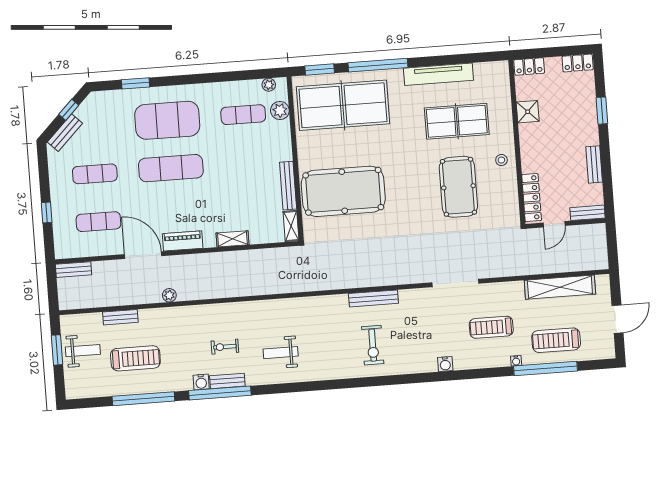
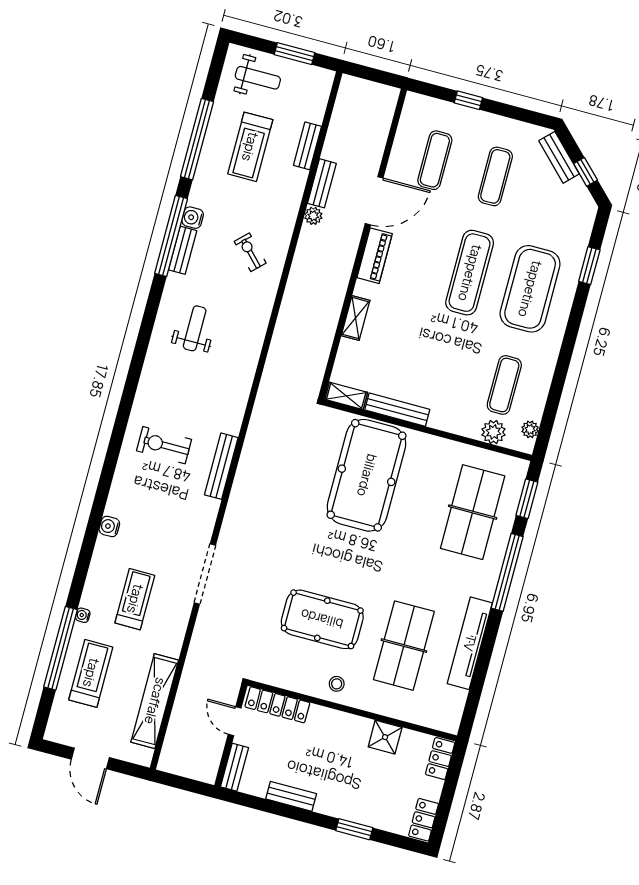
table tennis table: (343, 105) -> (473, 512), width x0.73, depth x0.76
bench: (73, 270) -> (322, 183), moved
exercise bike: (225, 347) -> (250, 252), moved, turned -44
weight bench: (83, 351) -> (258, 78), moved, turned -90

